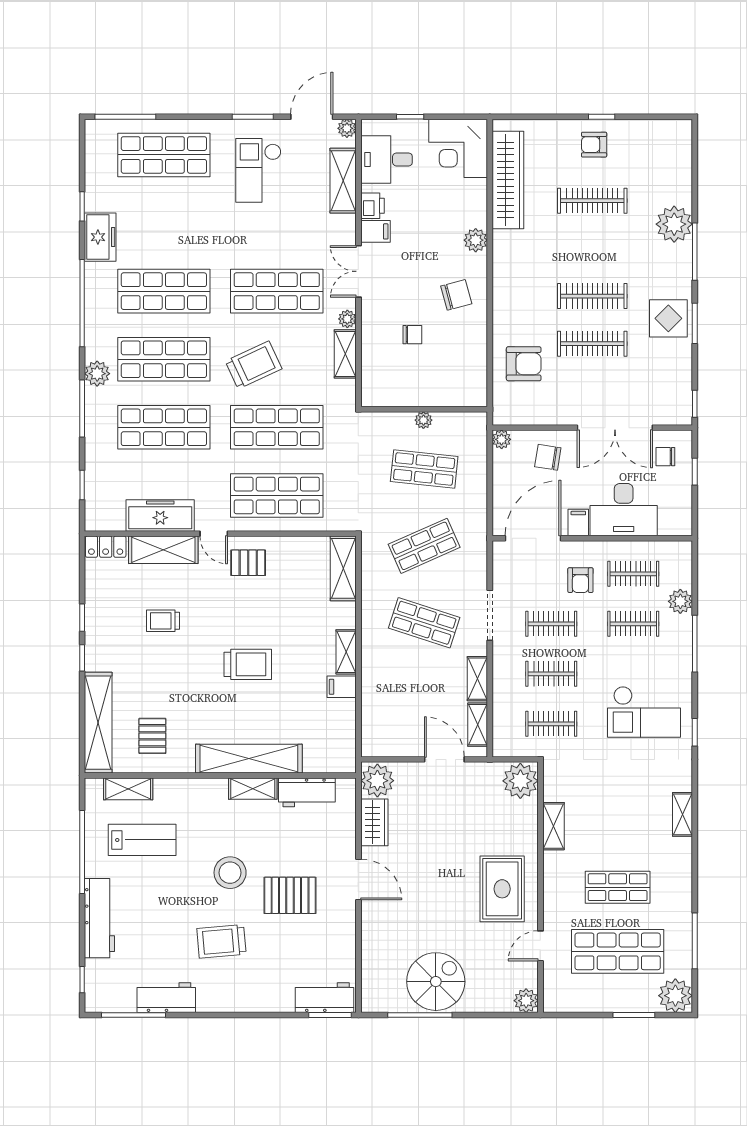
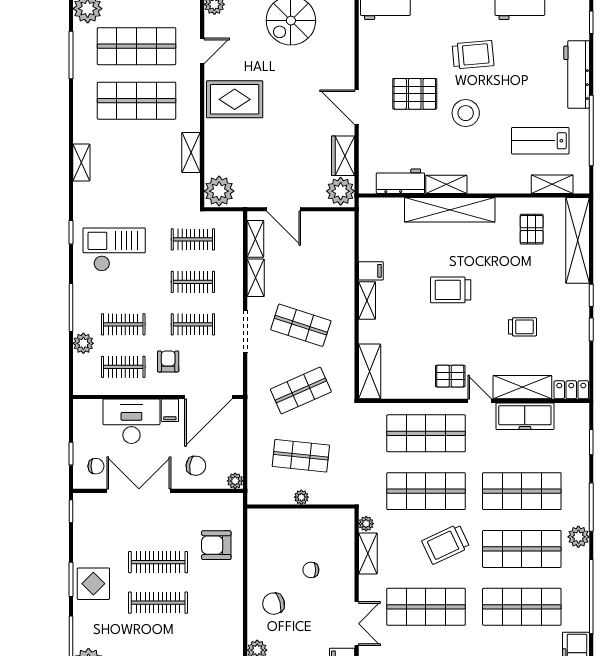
plant: (347, 319) -> (366, 524), moved
shop shelf: (618, 887) -> (137, 101), width x1.43, depth x1.36
rug: (502, 889) -> (235, 99), turned 90

